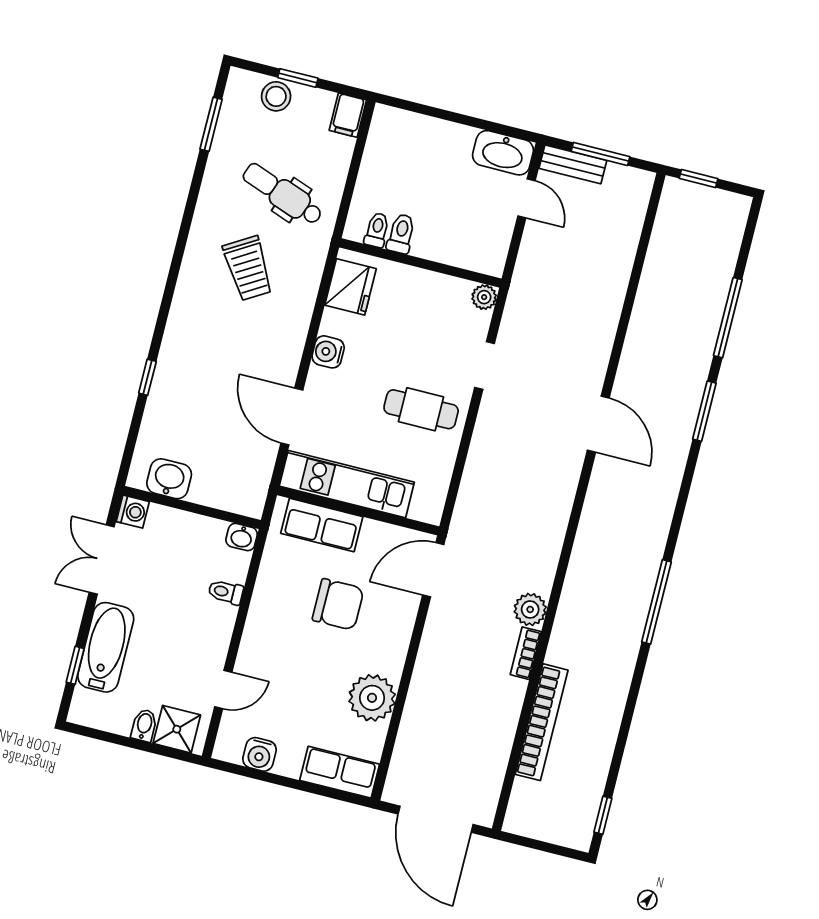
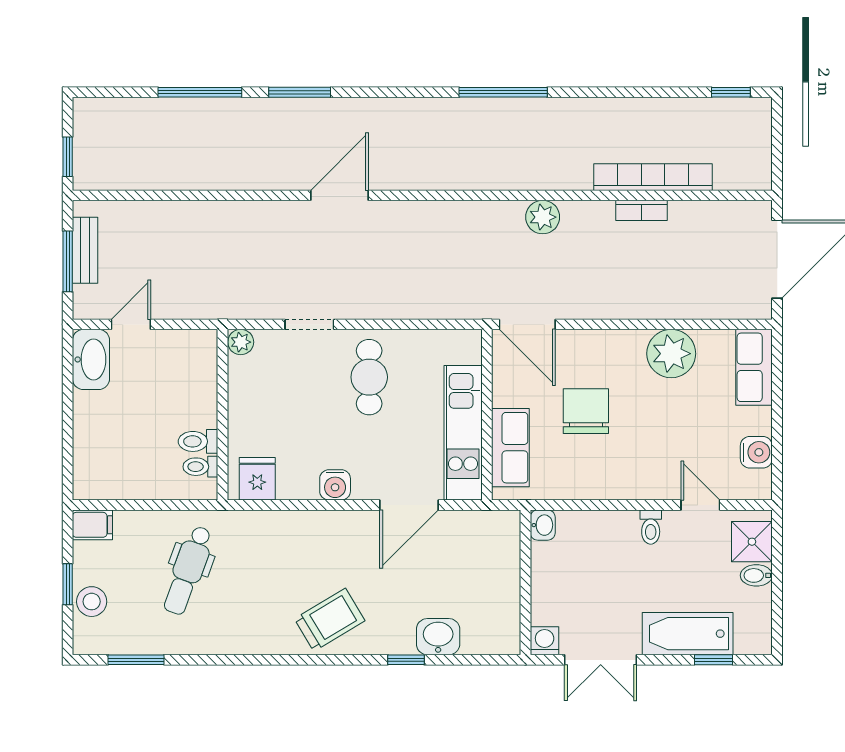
bench: (573, 164) -> (85, 250), moved
trolley: (248, 268) -> (330, 620), moved
fridge: (350, 287) -> (257, 479), width x0.72
washbasin: (169, 479) -> (438, 637), moved, turned 90
toilet: (226, 592) -> (651, 527), moved
bookcase: (526, 653) -> (642, 210), moved

